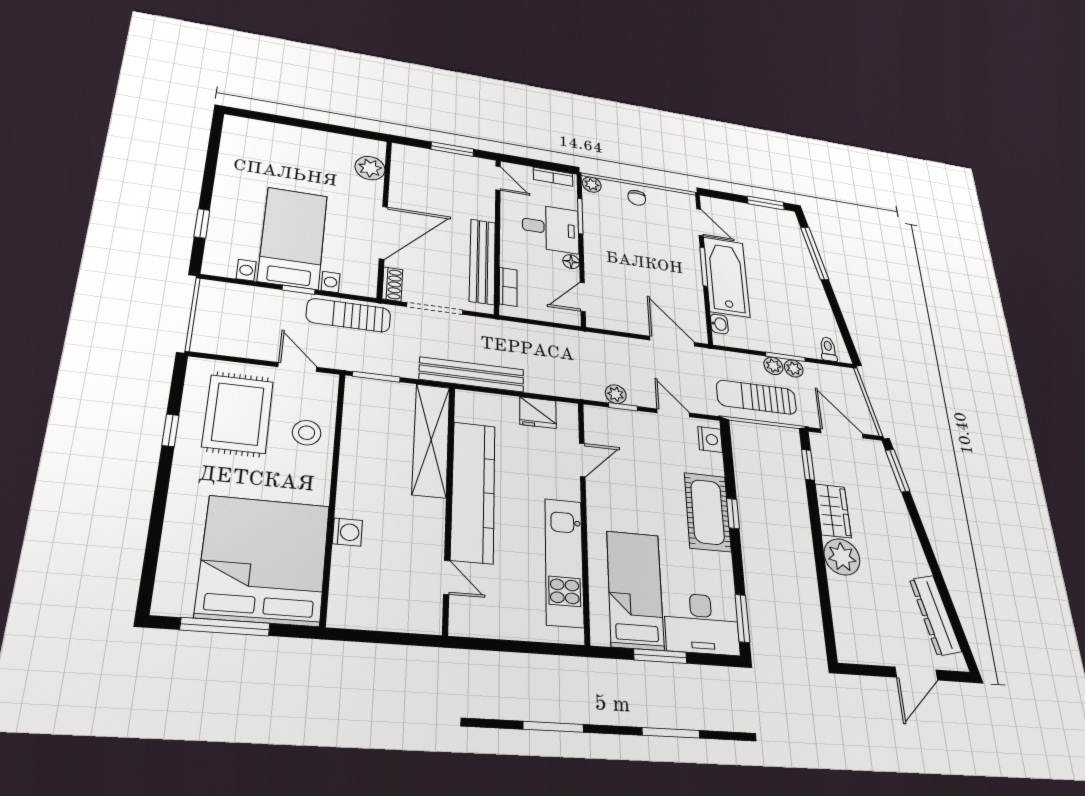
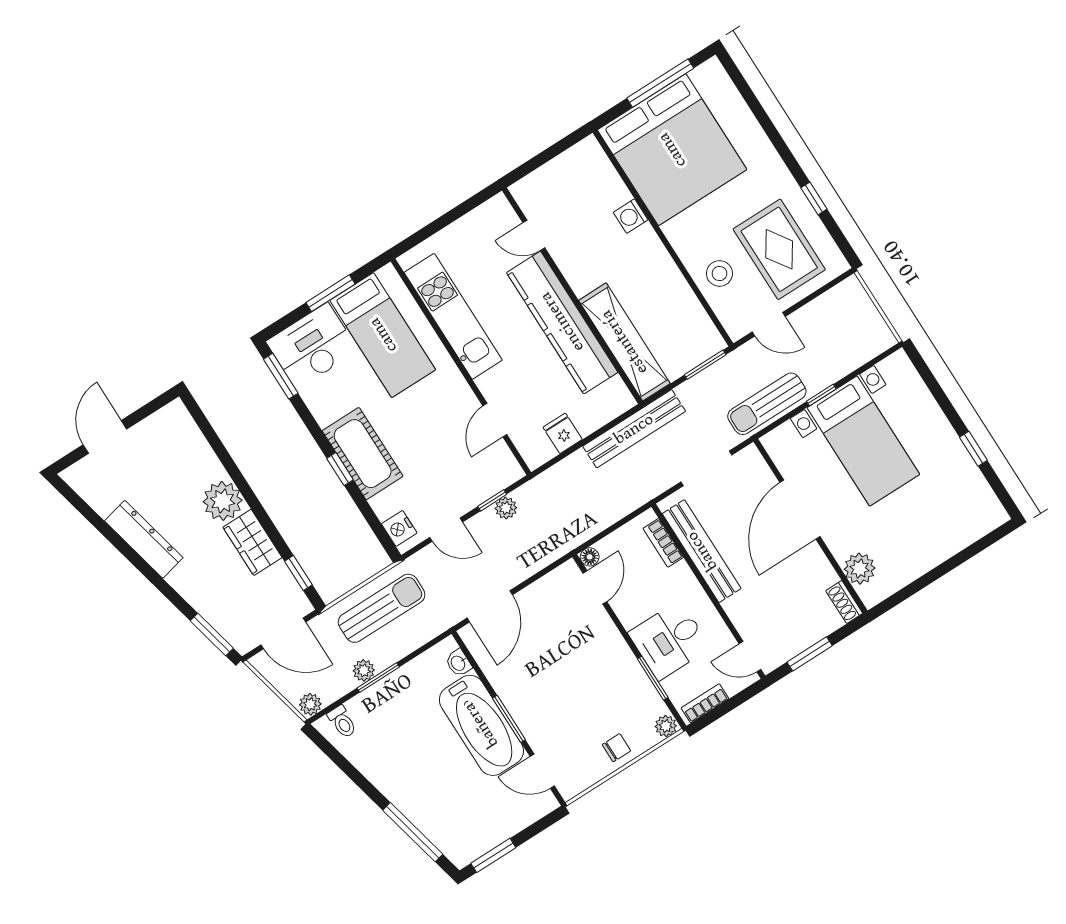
chair: (637, 198) -> (616, 748), turned 90
window: (202, 224) -> (973, 449), moved
floor lamp: (571, 262) -> (590, 557), moved
shoe rack: (392, 284) -> (844, 602), moved
sun lounger: (349, 315) -> (767, 404), turned 180
door: (672, 341) -> (490, 606), hinge flipped
plant: (773, 366) -> (310, 704), moved
fridge: (538, 413) -> (563, 433), width x0.72
dresser: (935, 615) -> (144, 539), moved

